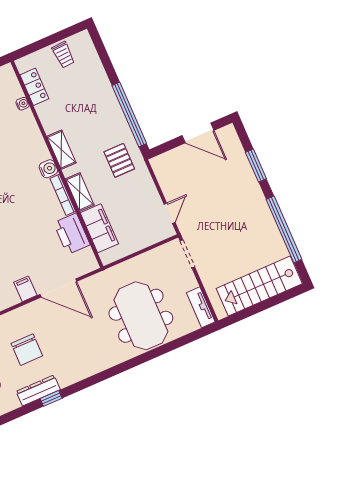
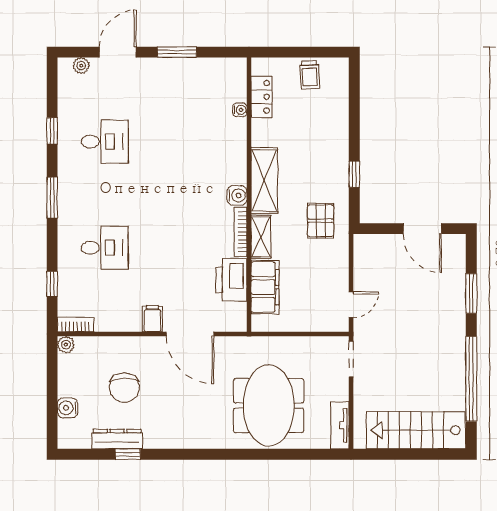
window: (129, 114) -> (354, 174), width x0.32
shelving: (61, 150) -> (264, 180), width x1.50, depth x1.33

